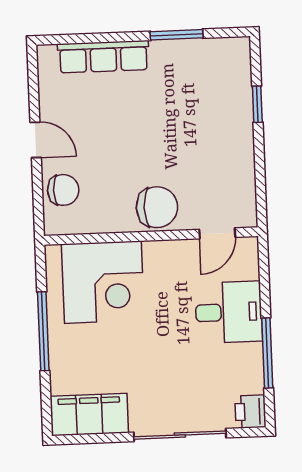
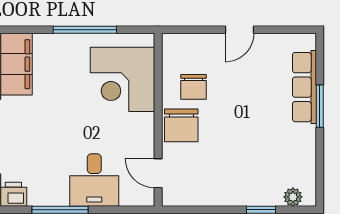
window: (177, 35) -> (320, 106), moved
plant: (240, 65) -> (293, 197), added
chair: (63, 190) -> (193, 87), moved

